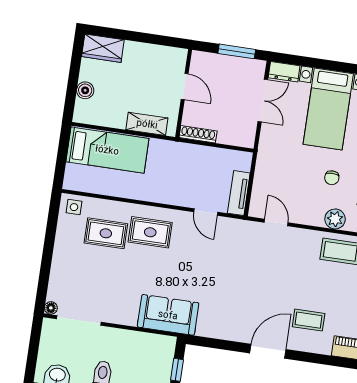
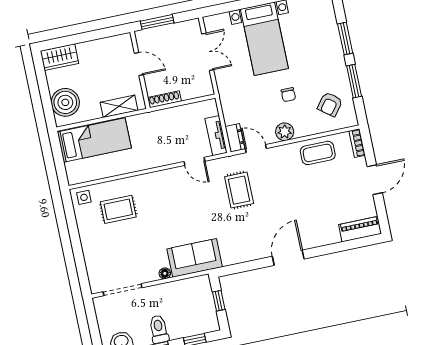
window: (237, 51) -> (157, 22), moved
dresser: (284, 72) -> (235, 138), moved, turned -90
boiler: (85, 90) -> (65, 102), width x1.86, depth x1.86
plant: (335, 219) -> (285, 132), moved
rug: (150, 232) -> (239, 190), moved, turned 90
floor lamp: (51, 308) -> (165, 273), moved
coffee table: (309, 320) -> (312, 219), removed

